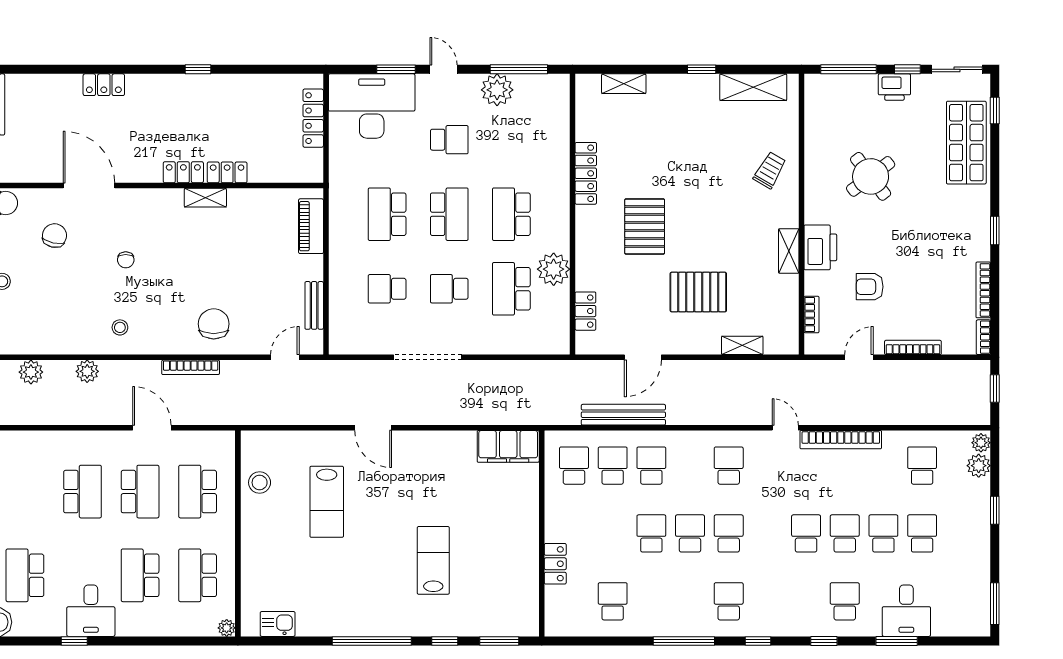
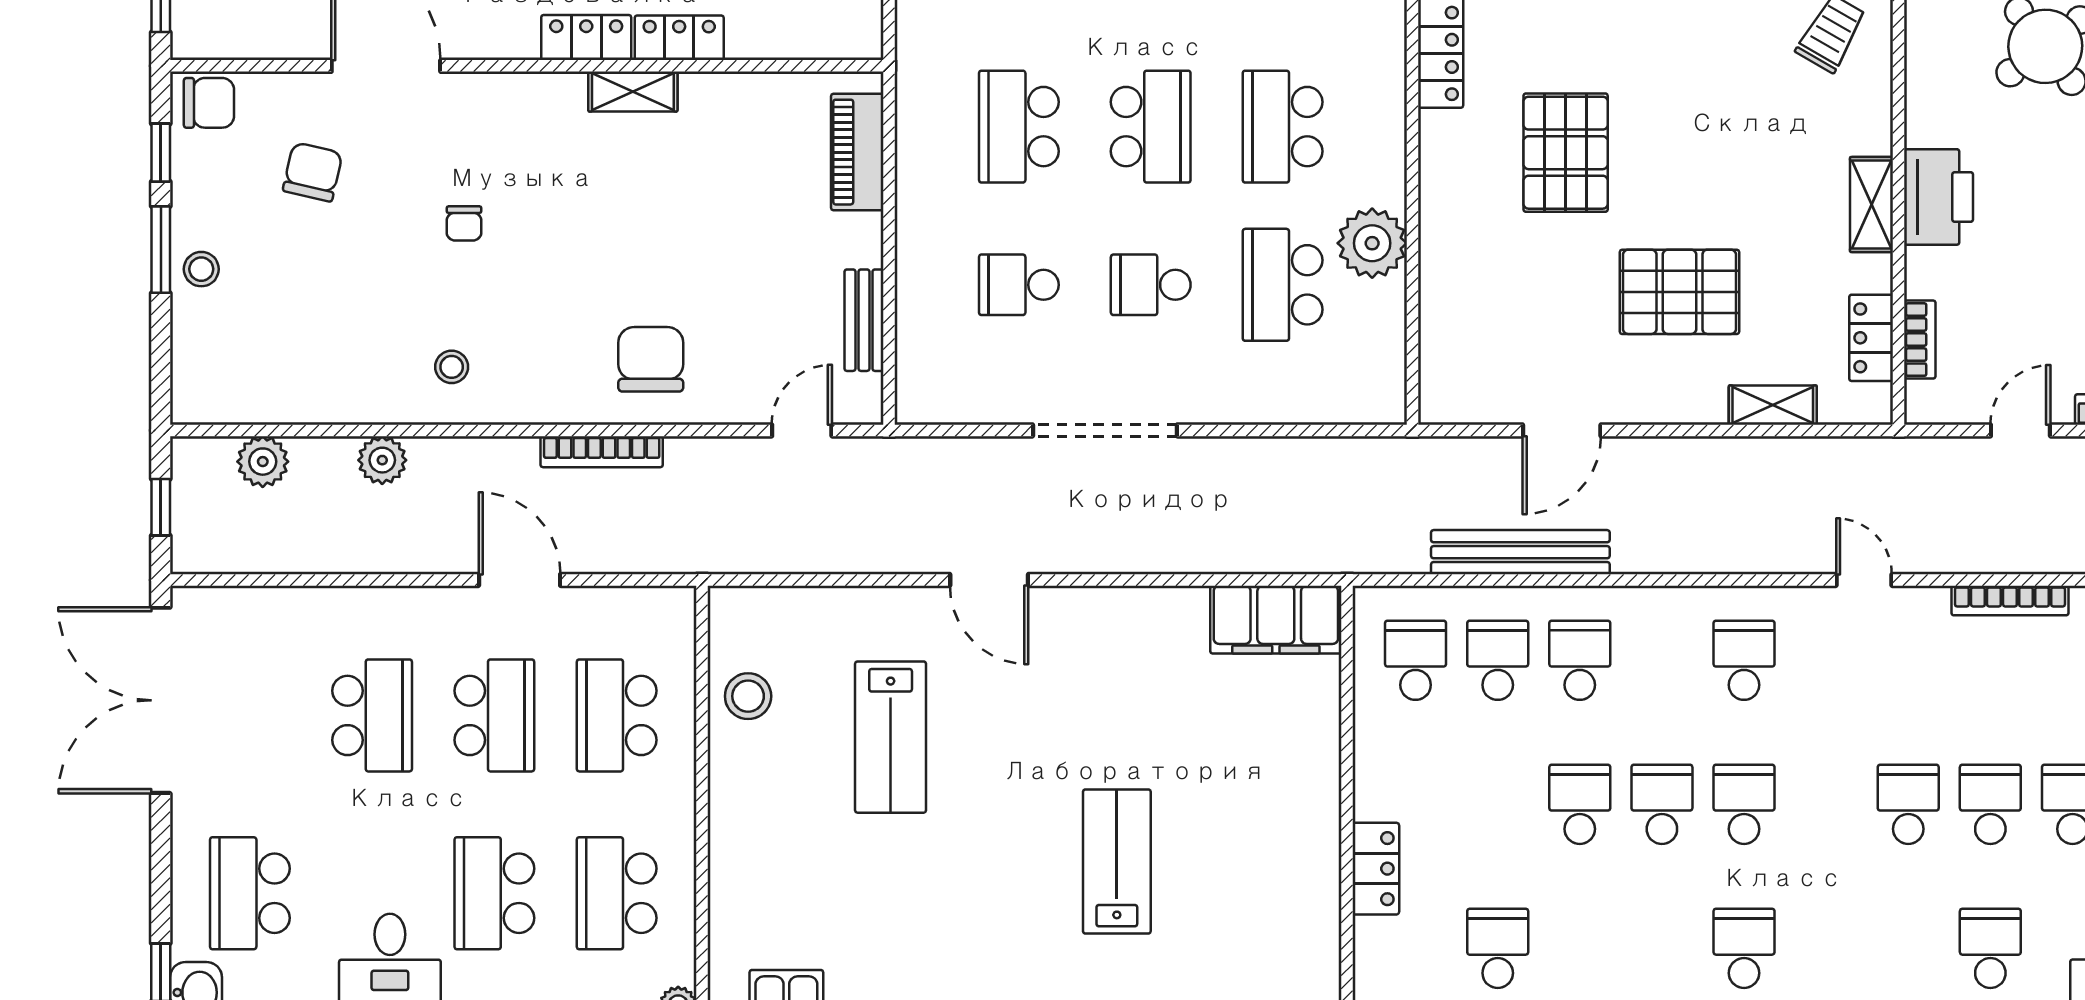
armchair: (870, 287) -> (2043, 281), removed
locker: (585, 311) -> (1871, 338), moved, turned 180
bookcase: (841, 440) -> (2010, 601), width x0.68, depth x0.76

